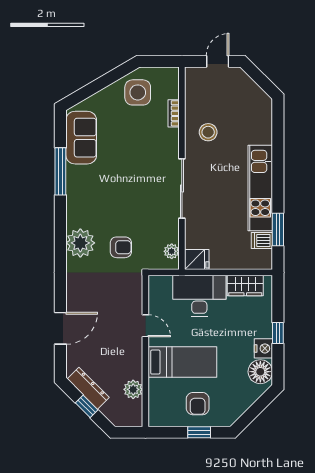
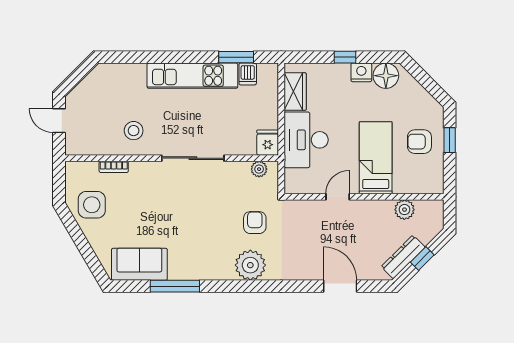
armchair: (198, 404) -> (419, 142), turned 180

